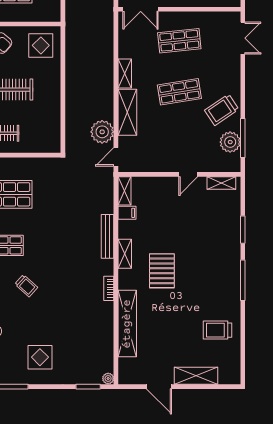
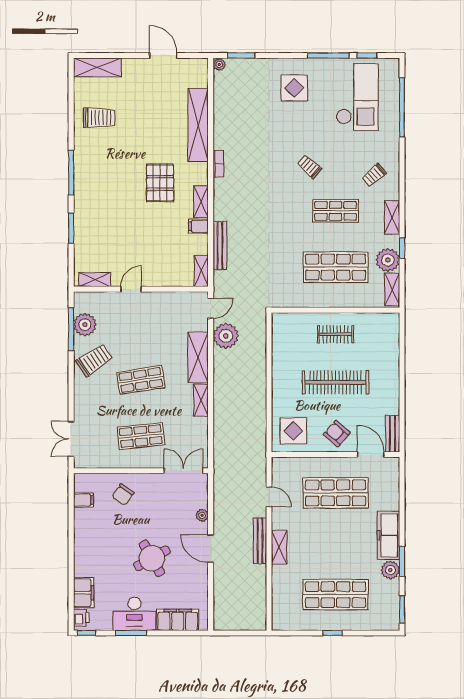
filing cabinet: (127, 213) -> (198, 226), moved
bench: (108, 236) -> (220, 245), moved
shelving: (196, 376) -> (97, 67), moved

